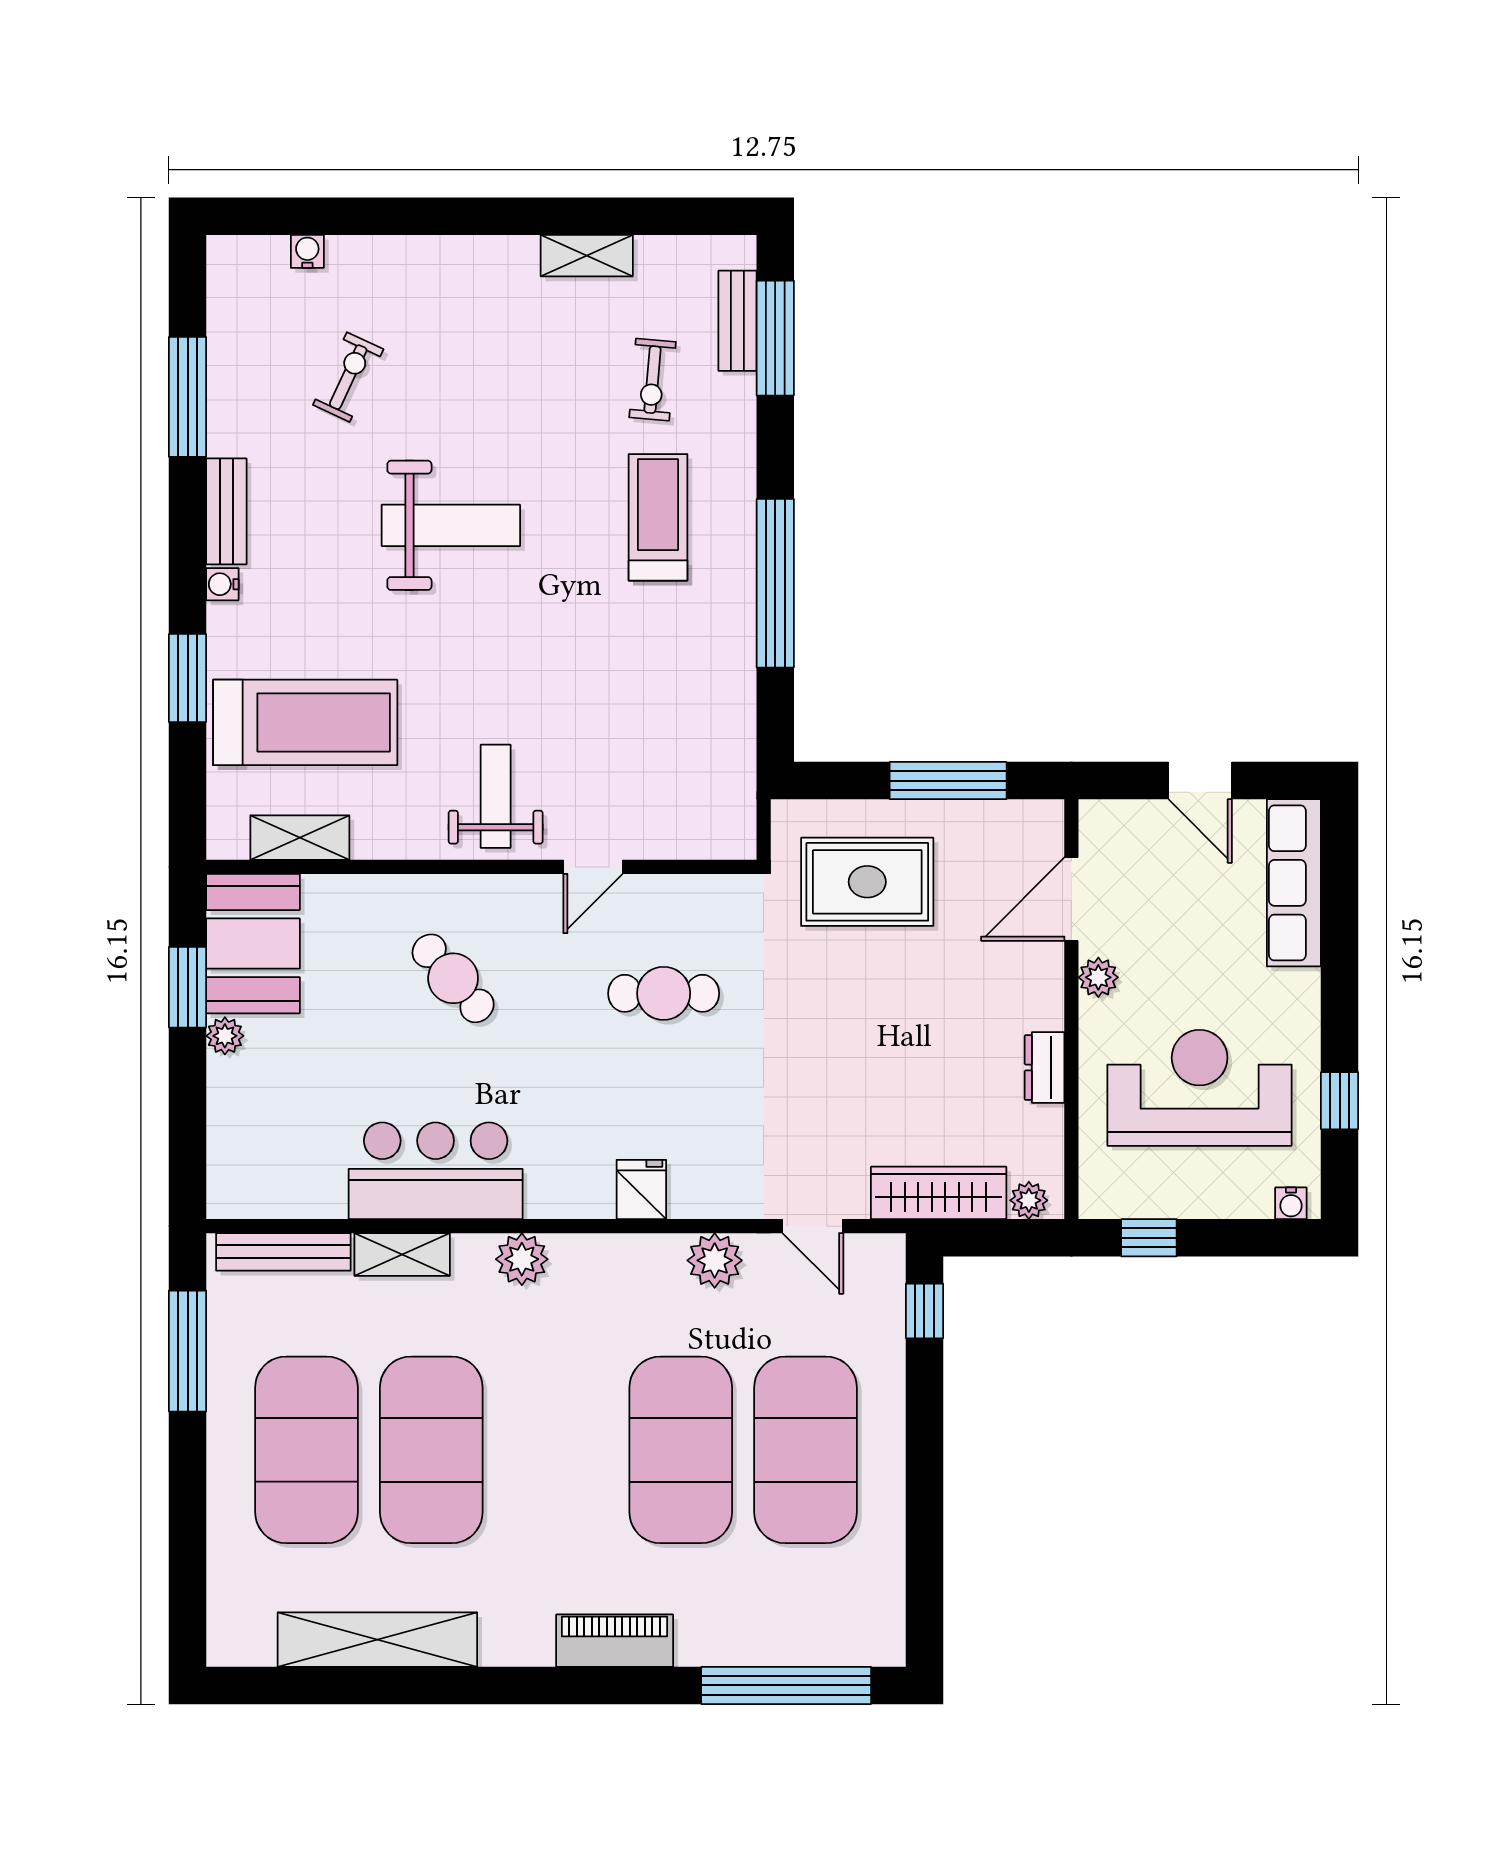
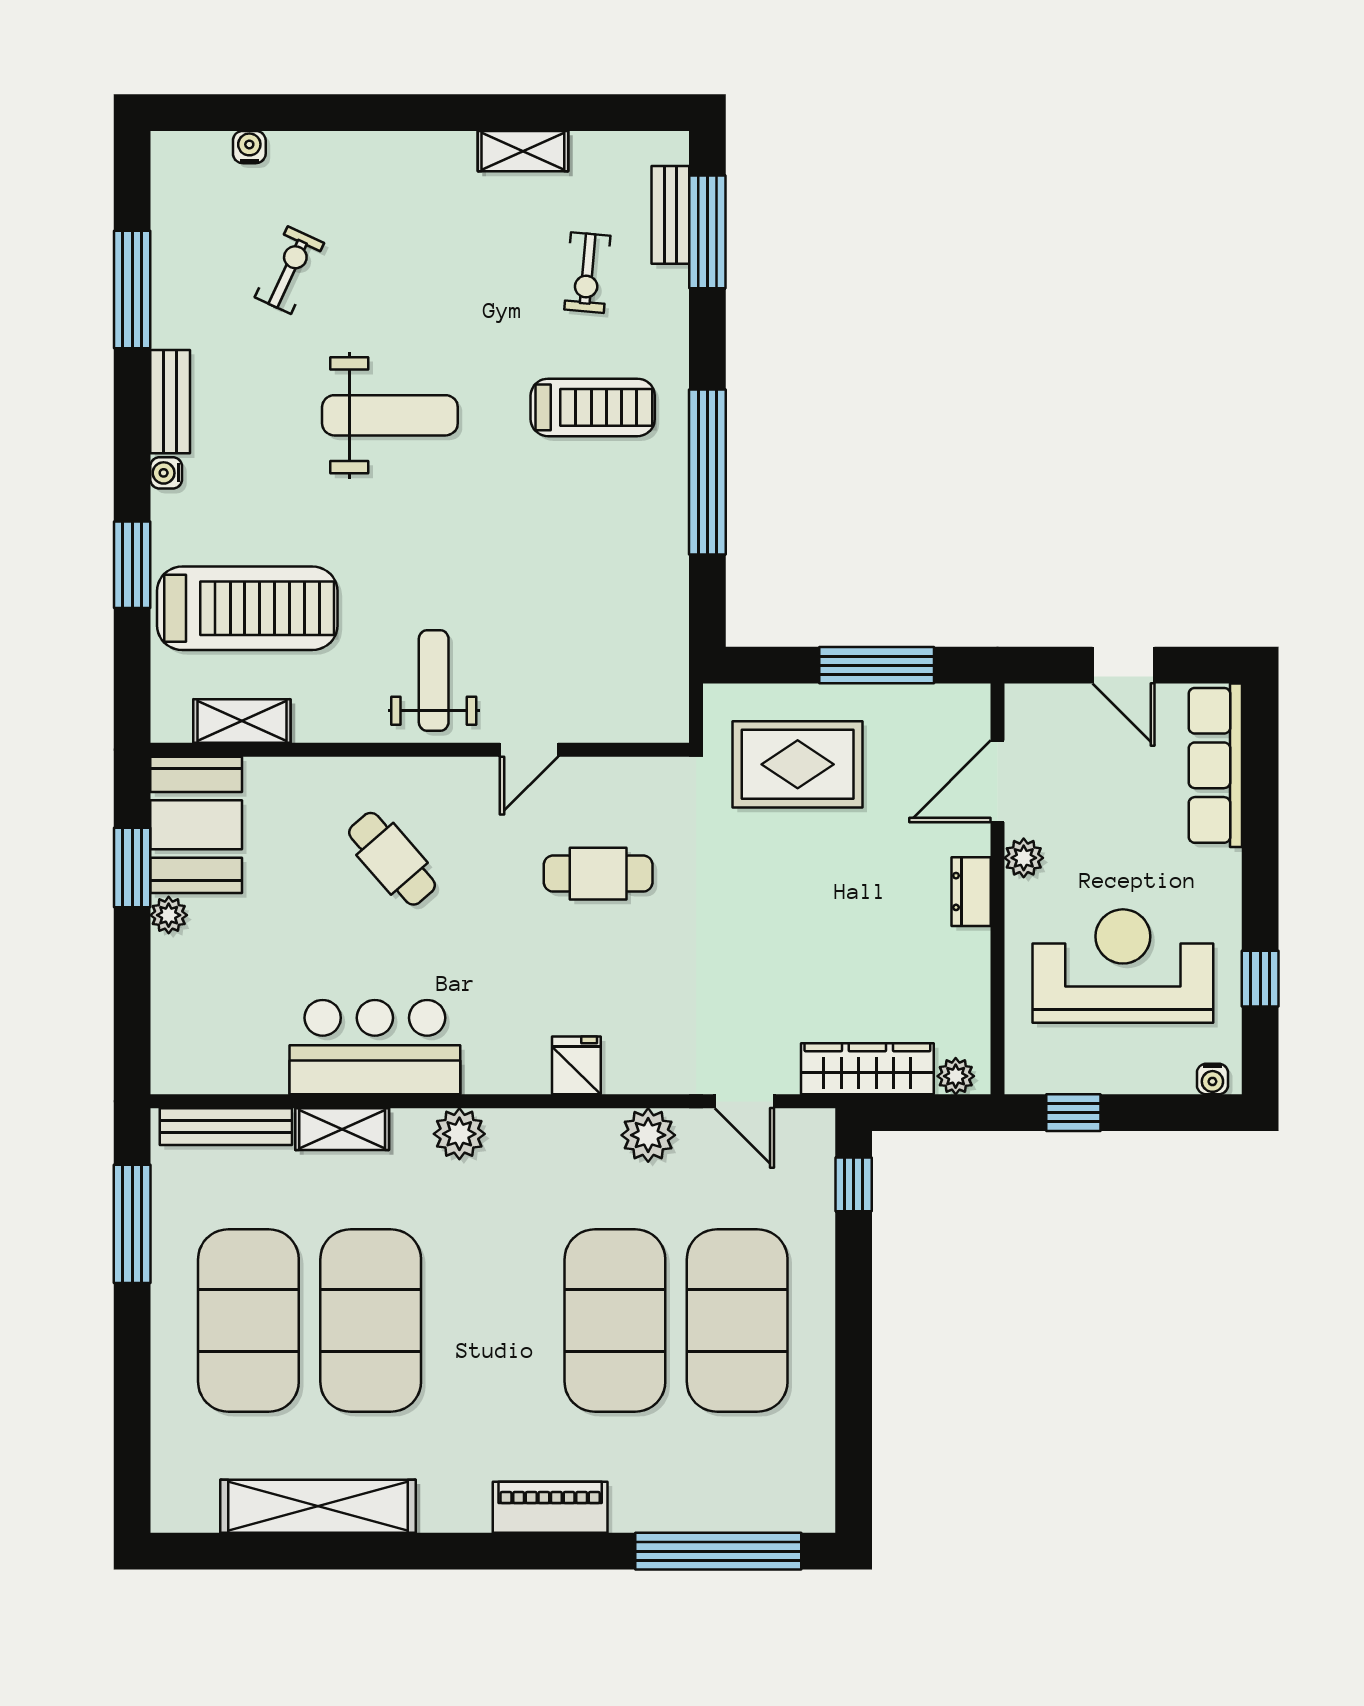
treadmill: (658, 517) -> (593, 407), turned 90
dresser: (1045, 1068) -> (971, 892), moved

